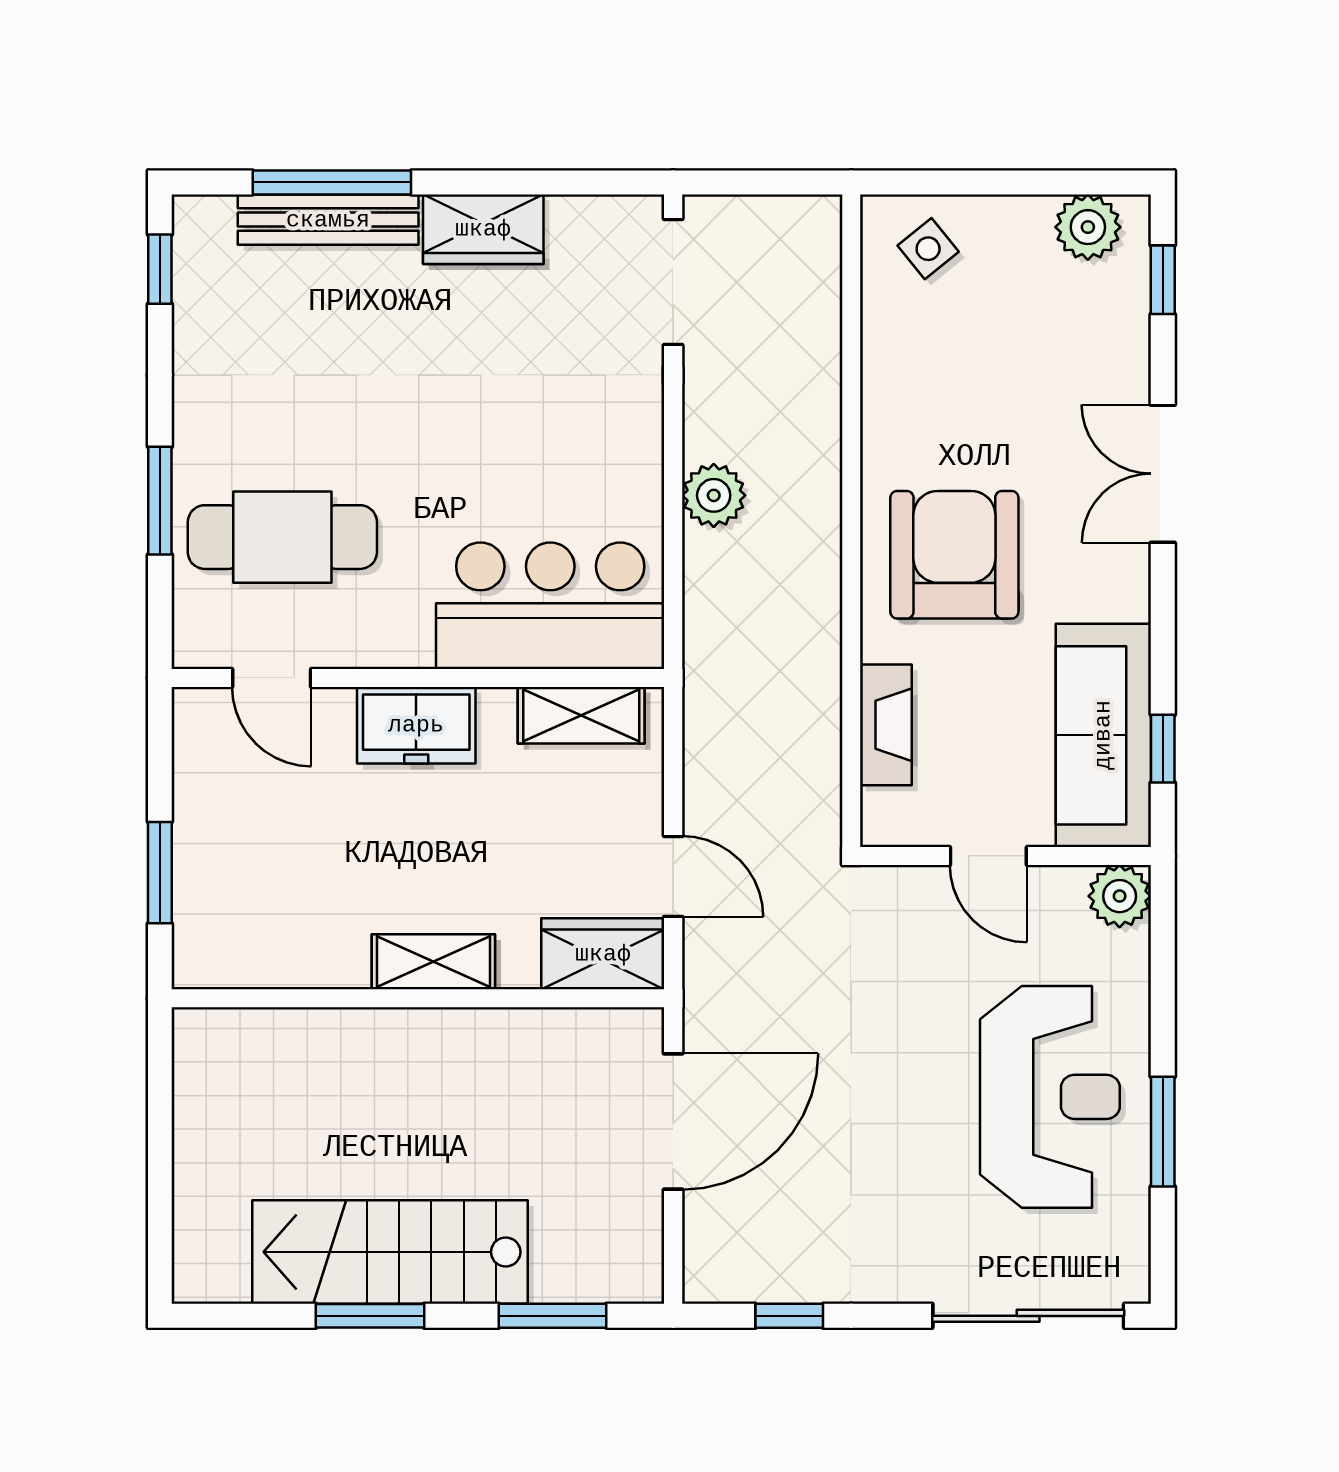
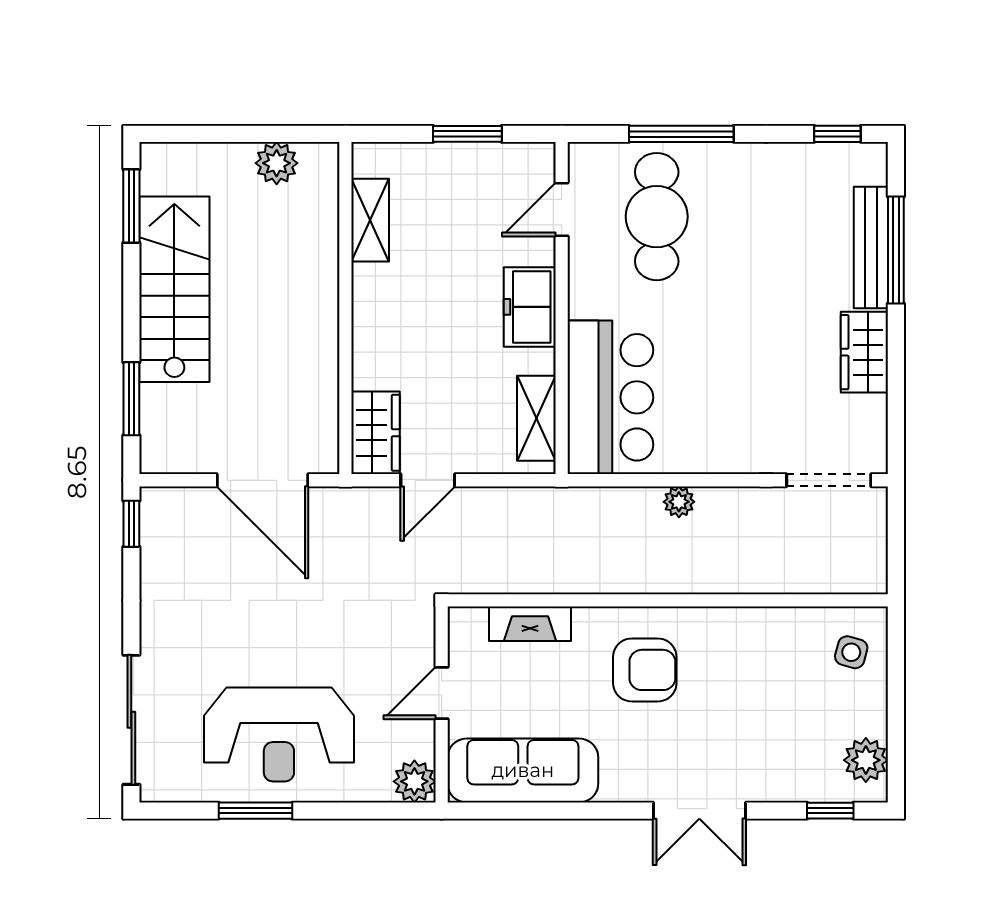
side table: (928, 249) -> (851, 652), turned -36
double door: (1163, 474) -> (699, 811), swing flipped
plant: (714, 495) -> (679, 502), width x0.73, depth x0.73
window: (160, 501) -> (681, 134), width x1.44
armchair: (954, 555) -> (645, 670), width x0.73, depth x0.73
window: (1163, 749) -> (514, 811), removed
window: (160, 873) -> (467, 134), moved
shelving: (433, 962) -> (370, 220), moved
plant: (203, 1101) -> (277, 163), added
window: (370, 1316) -> (131, 206), moved
window: (789, 1316) -> (131, 524), moved

